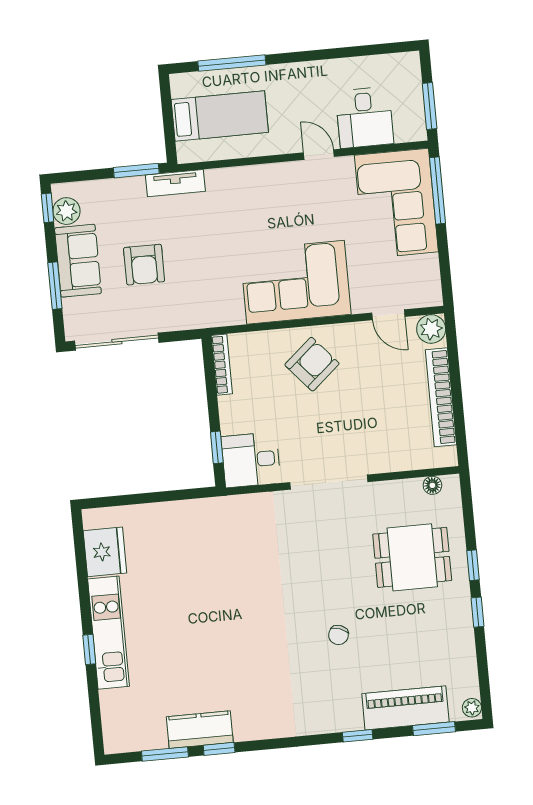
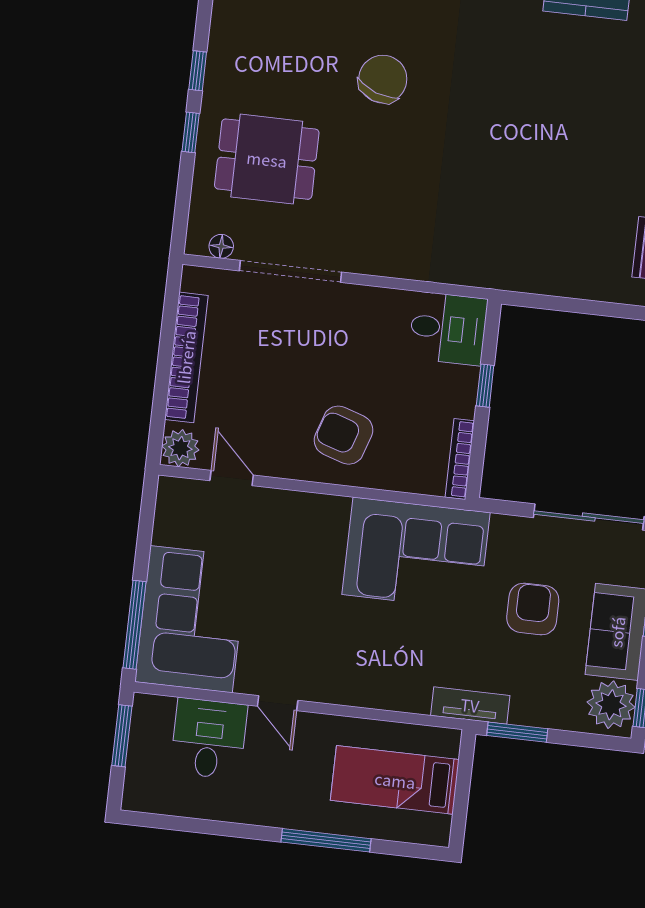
window: (232, 63) -> (326, 840), moved
plant: (67, 211) -> (611, 705), width x1.36, depth x1.36
corner sofa: (296, 282) -> (416, 554), moved
armchair: (312, 364) -> (343, 435), turned 59
window: (217, 447) -> (485, 386), moved
doorway: (329, 482) -> (290, 271), moved
chair: (339, 635) -> (383, 79), width x1.87, depth x1.87

